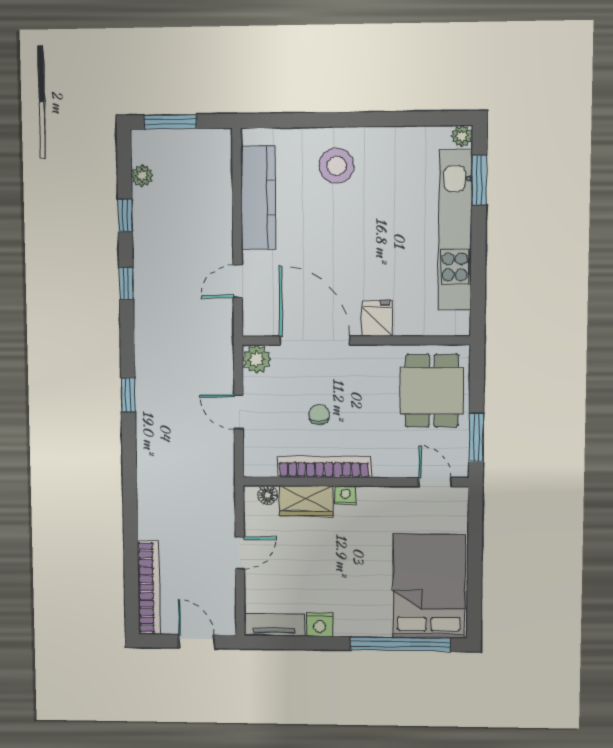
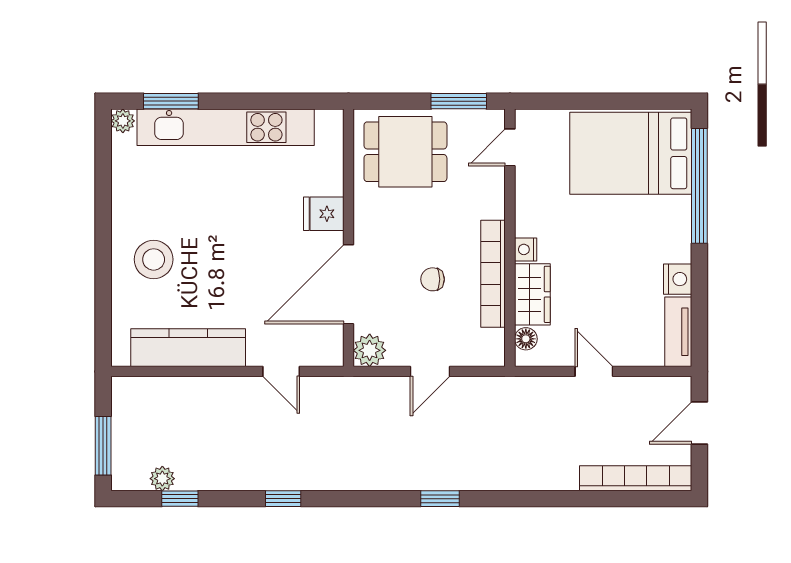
window: (125, 216) -> (180, 499), moved
window: (128, 395) -> (440, 499), moved

